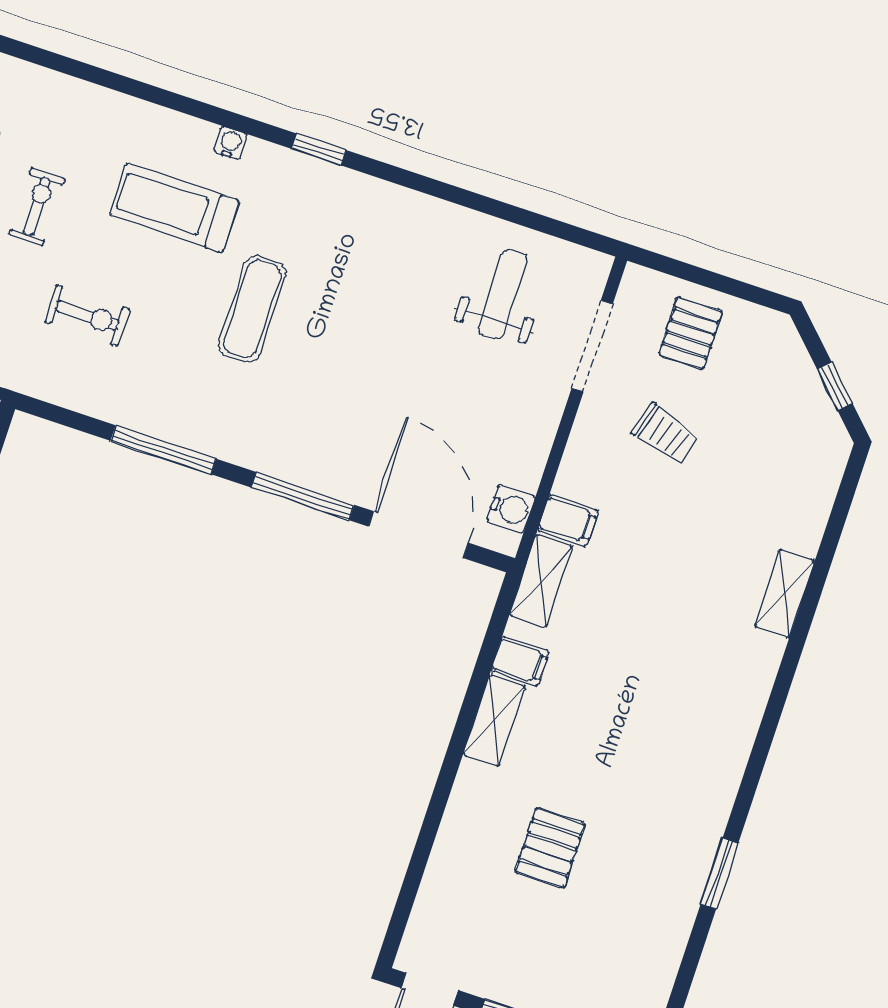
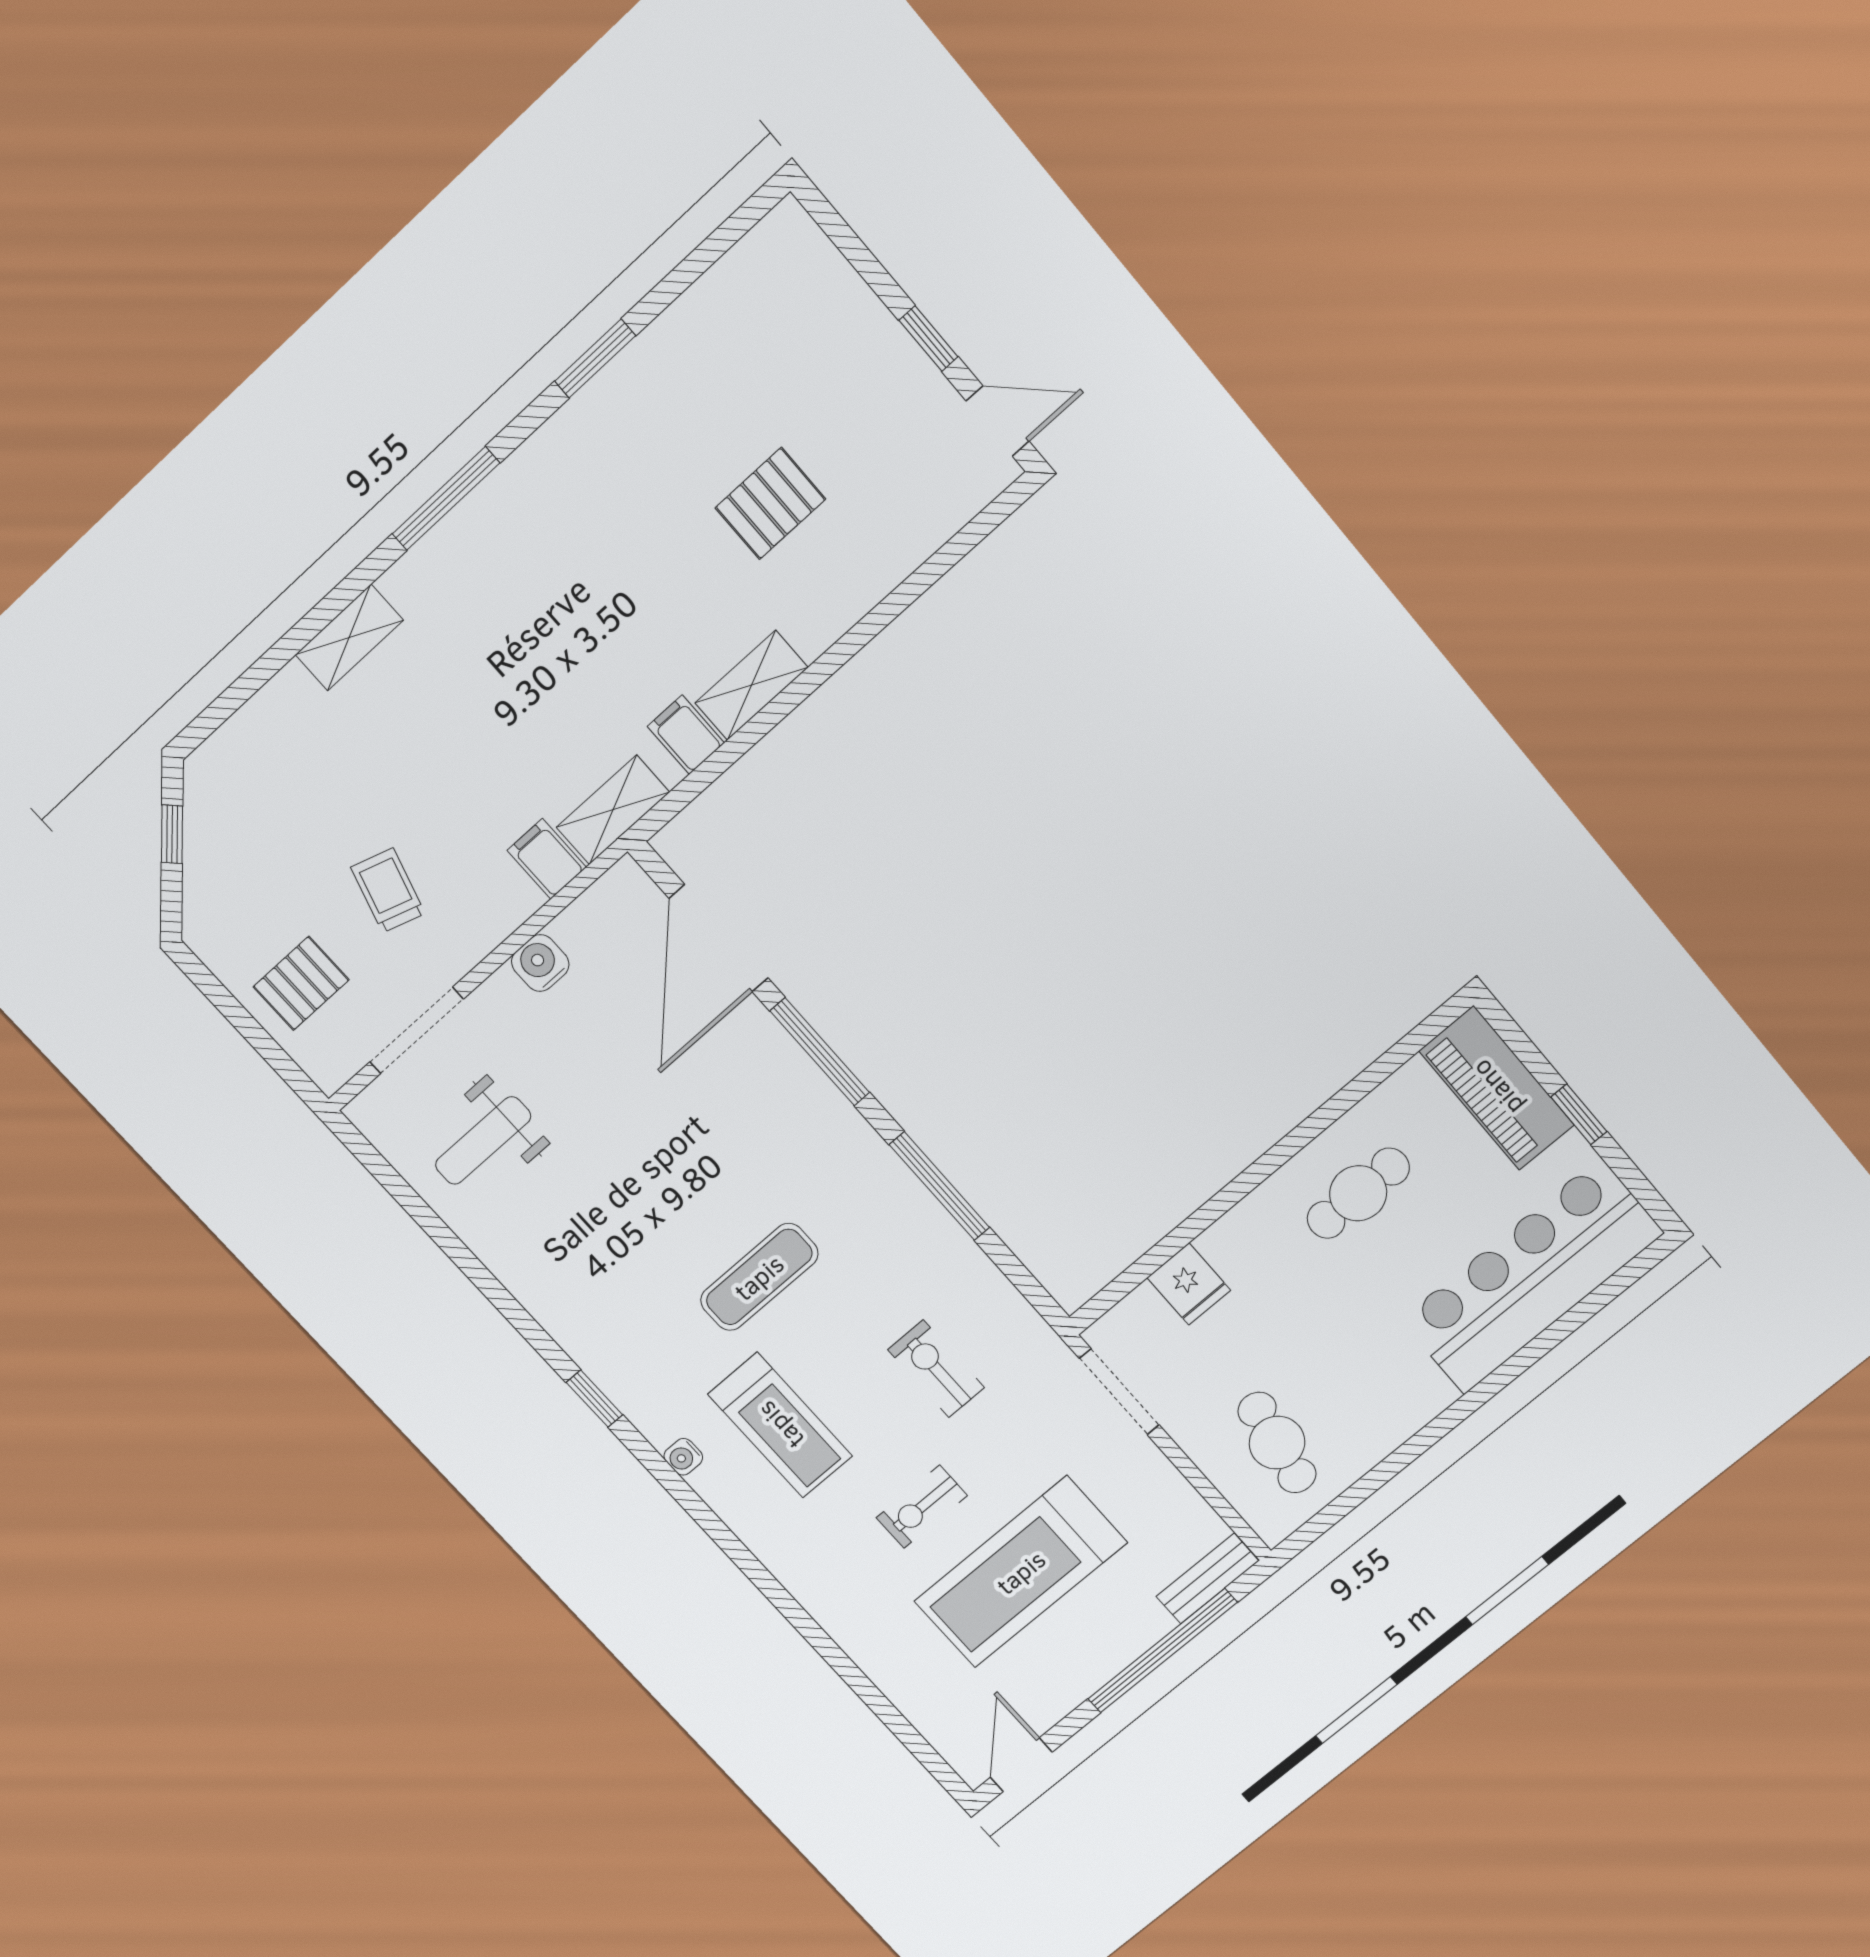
water cooler: (511, 509) -> (540, 963), moved
window: (769, 724) -> (446, 498), added

